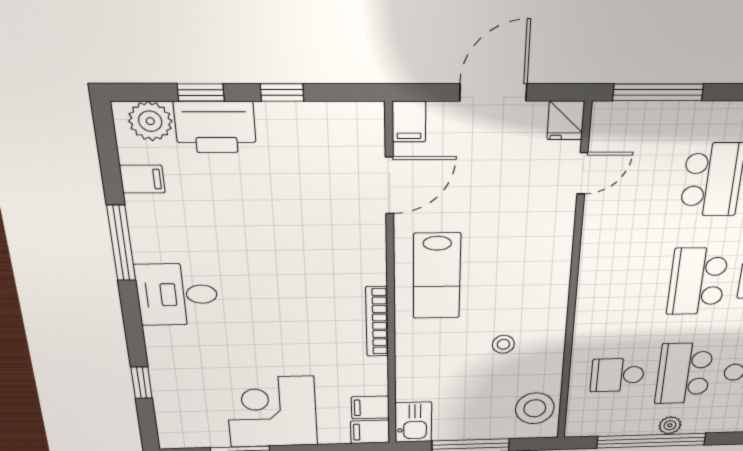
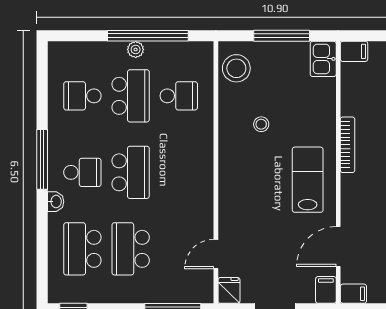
filing cabinet: (370, 407) -> (353, 294), moved

